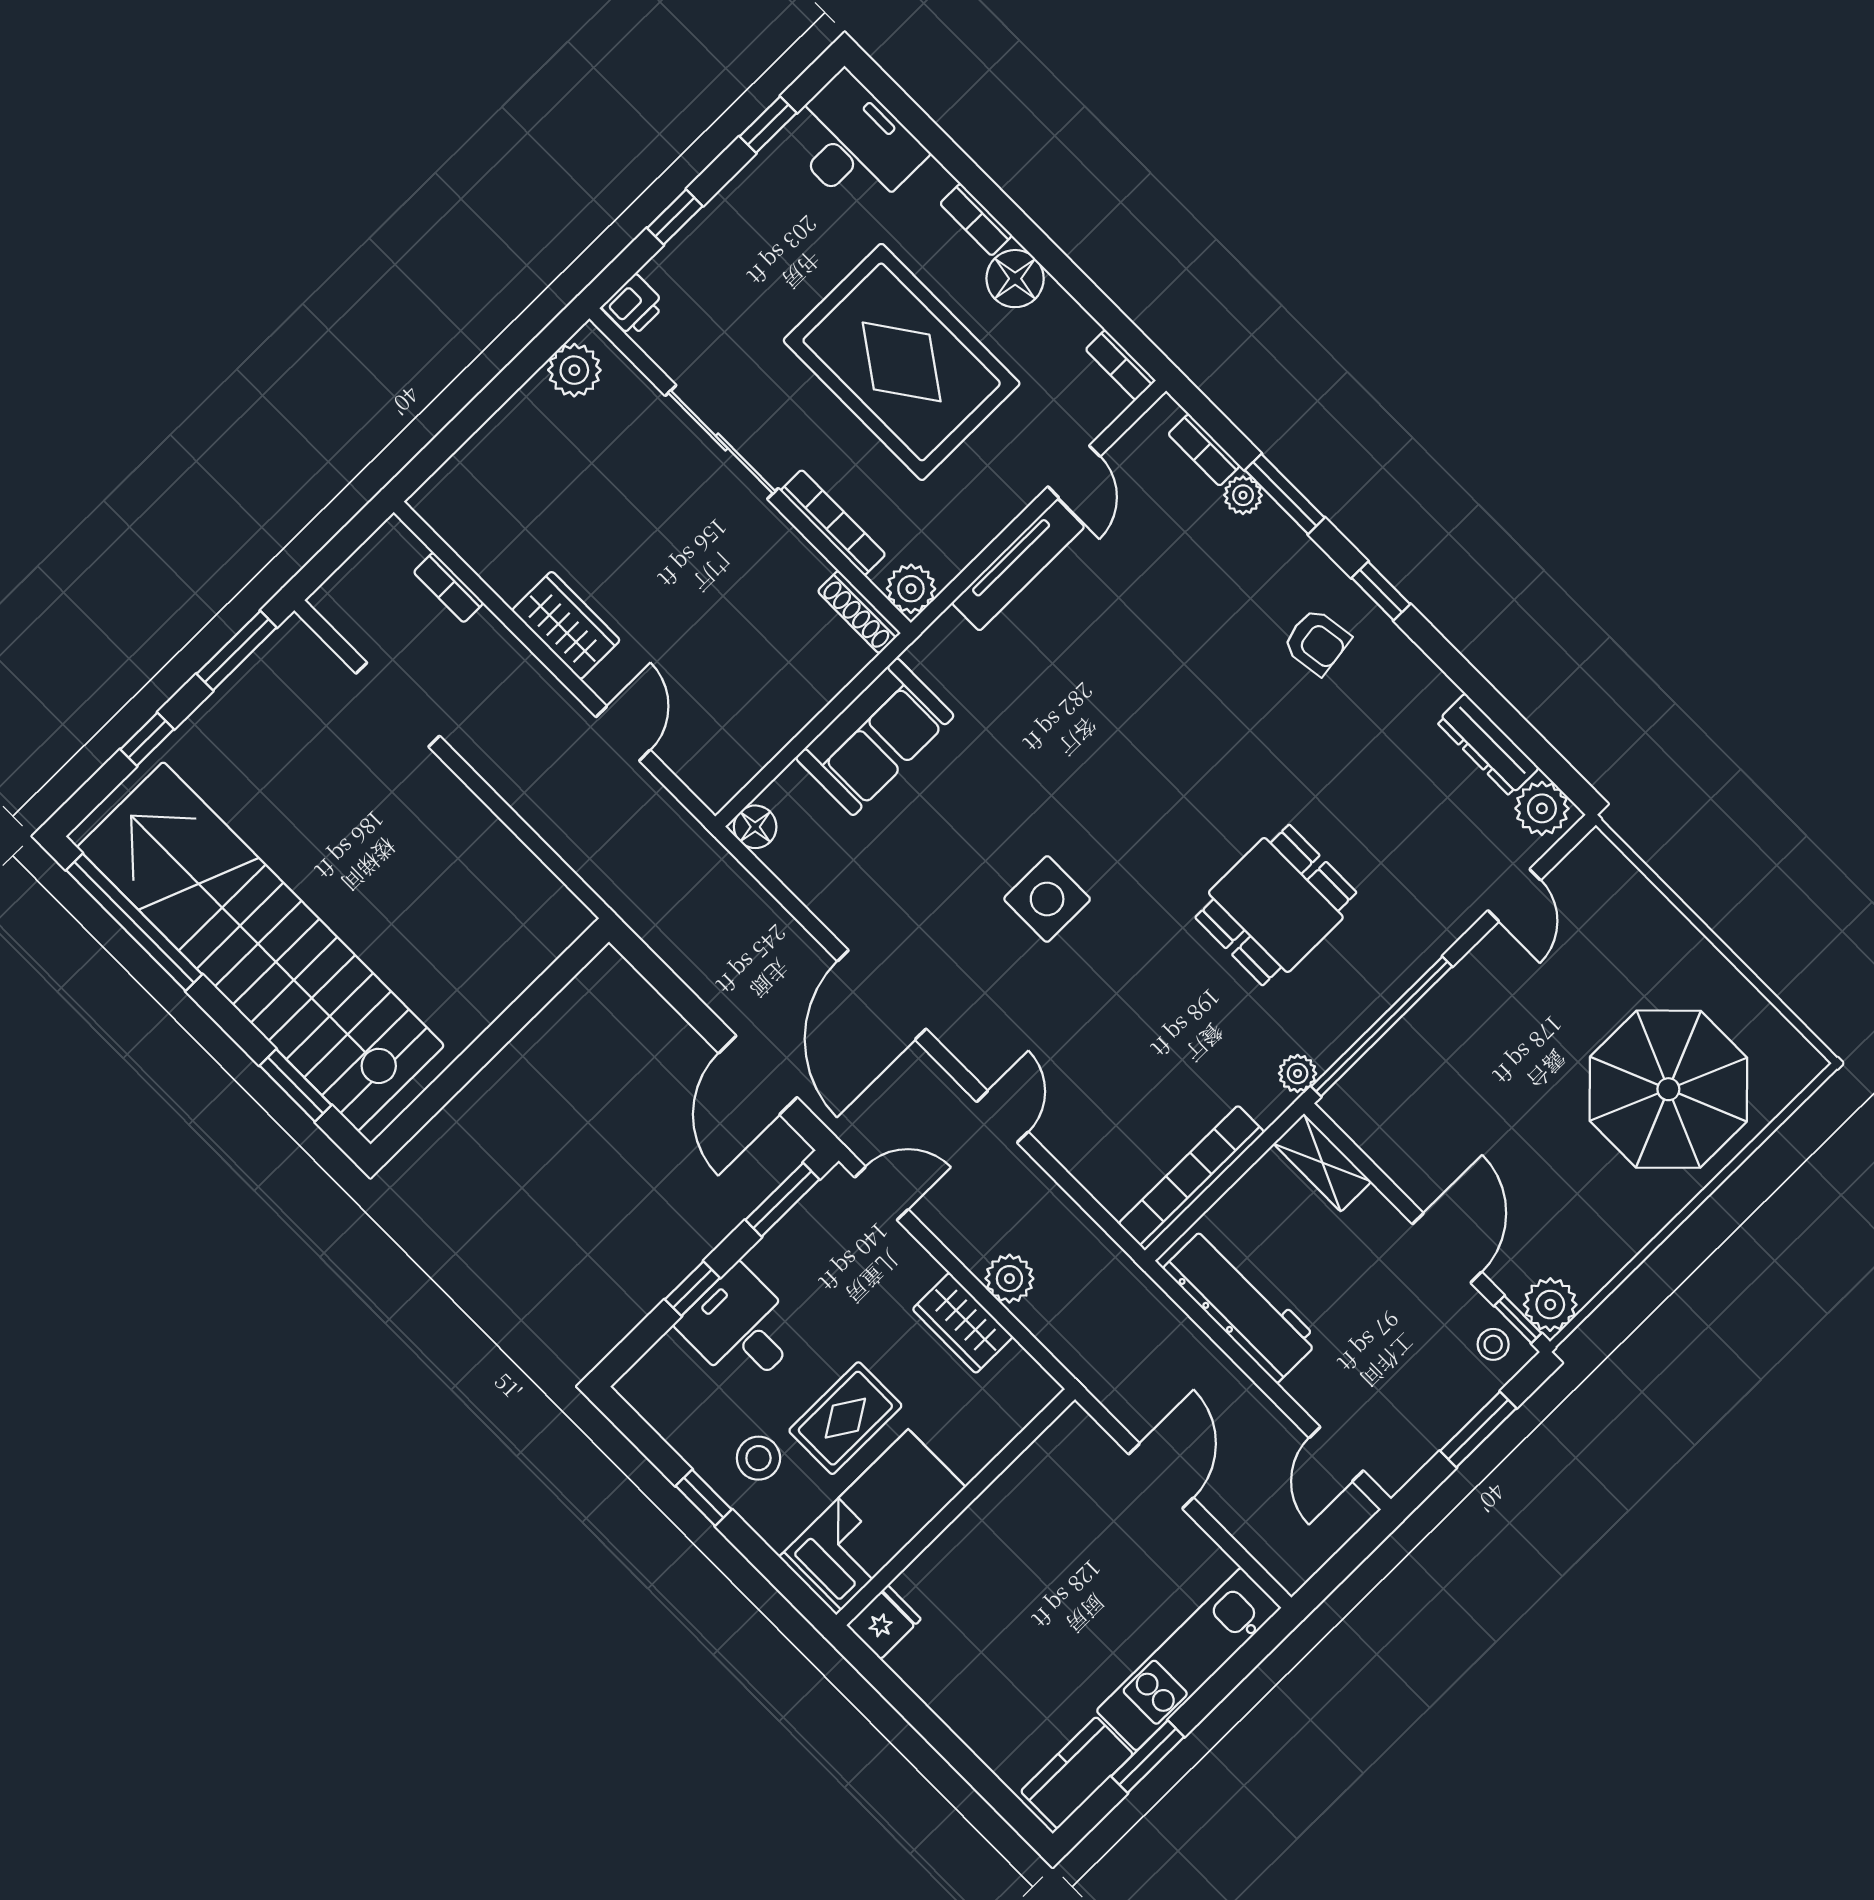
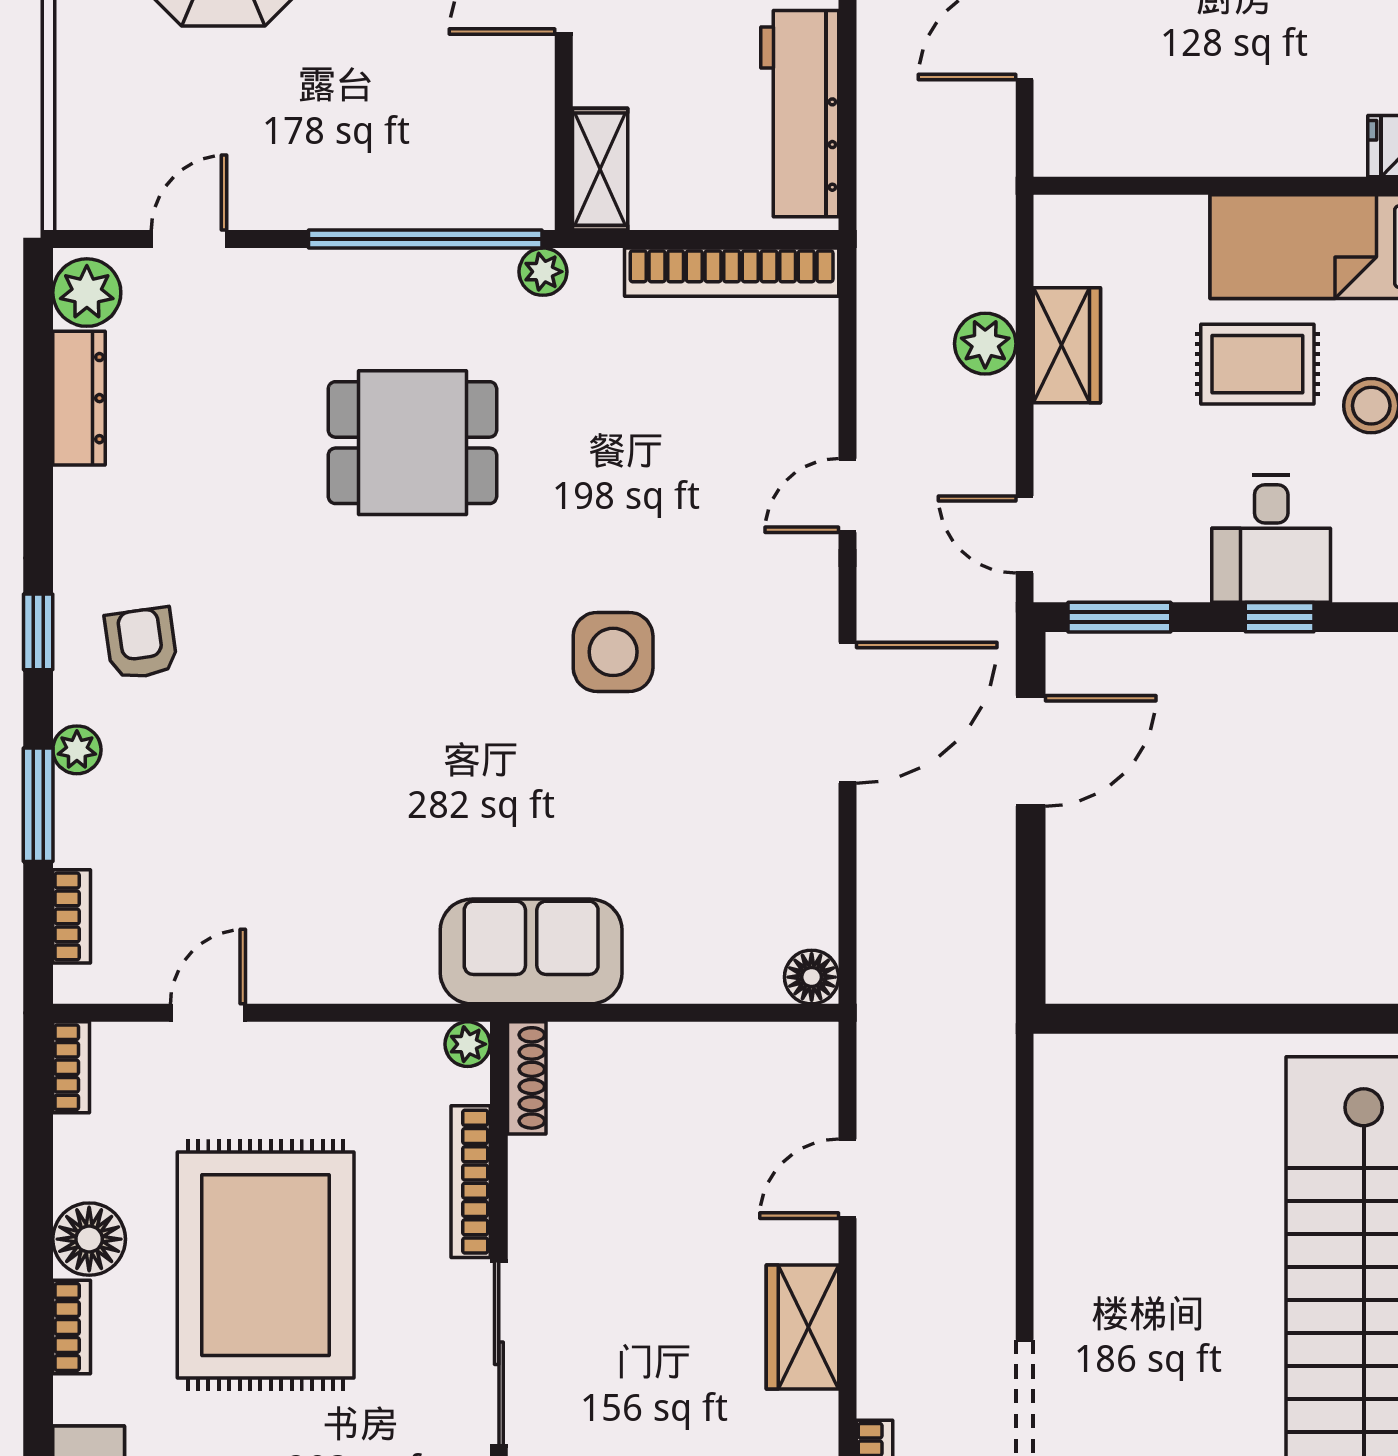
plant: (1243, 495) -> (77, 750), moved
tv unit: (1018, 565) -> (341, 978), removed
plant: (911, 589) -> (468, 1044), width x0.73, depth x0.73
sofa: (875, 737) -> (531, 951), moved

